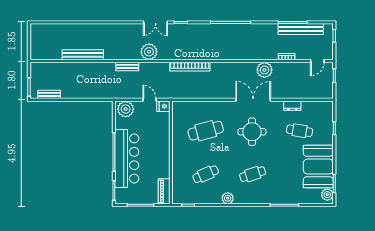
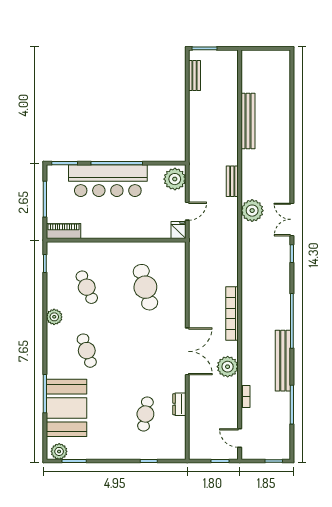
bench: (301, 29) -> (283, 361), moved
bookcase: (190, 67) -> (232, 314), moved
round table: (252, 132) -> (144, 350), removed
booth: (318, 166) -> (67, 408), moved, turned 90

